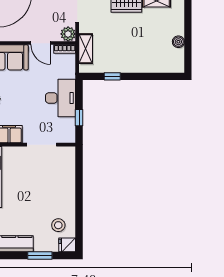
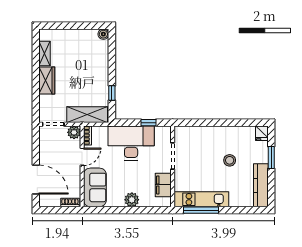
boiler: (178, 42) -> (103, 34), moved
shelving: (86, 49) -> (87, 115), width x1.50, depth x1.33
desk: (61, 98) -> (131, 143), width x1.36, depth x1.30
stool: (58, 225) -> (230, 160), moved

